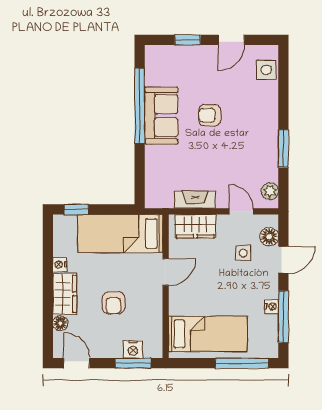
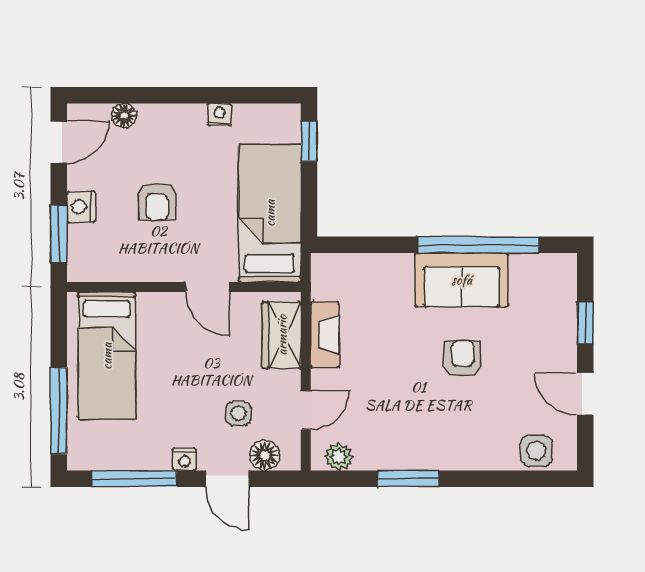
wardrobe: (65, 294) -> (172, 123), removed
armchair: (113, 303) -> (157, 202), turned -90
nightstand: (272, 306) -> (184, 459), moved
nightstand: (133, 349) -> (81, 207), moved

